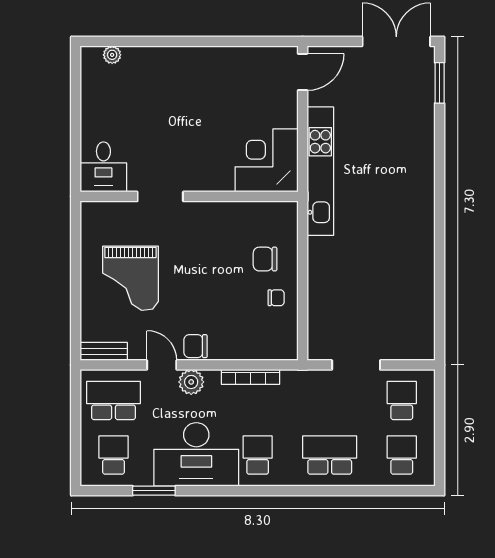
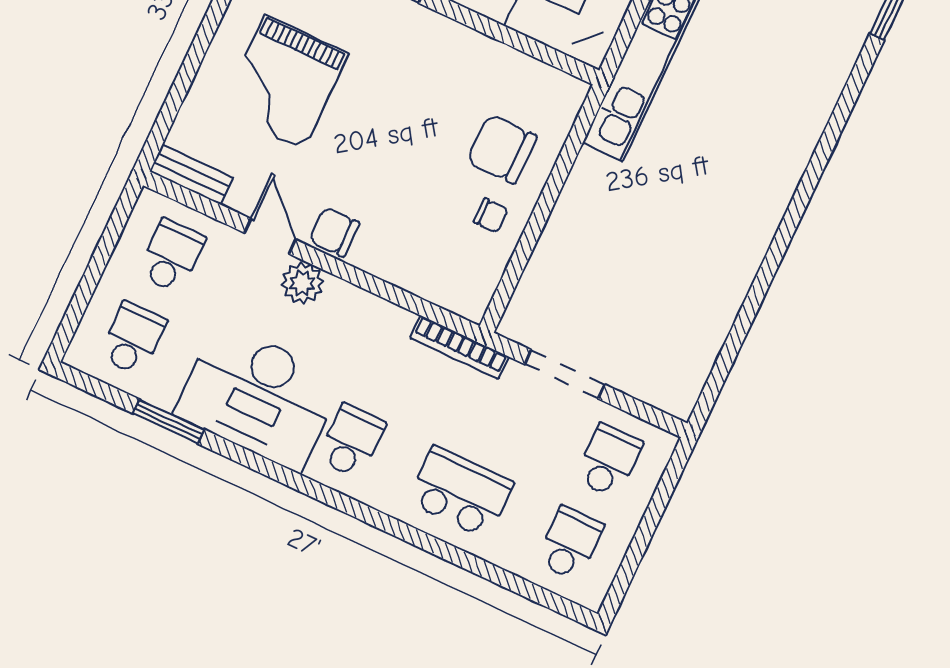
chair: (265, 259) -> (502, 149), width x1.37, depth x1.37
bookcase: (250, 377) -> (459, 347), moved
school desk: (114, 401) -> (171, 256), width x0.54

